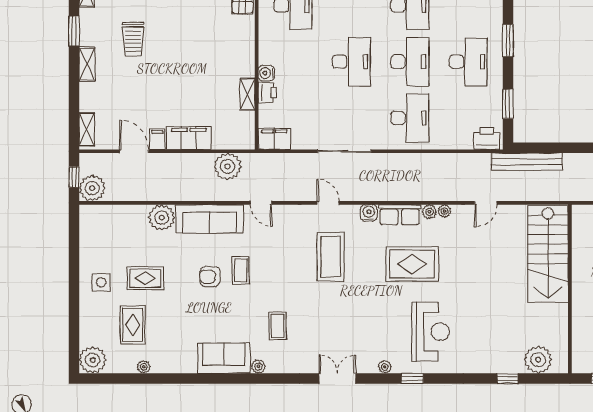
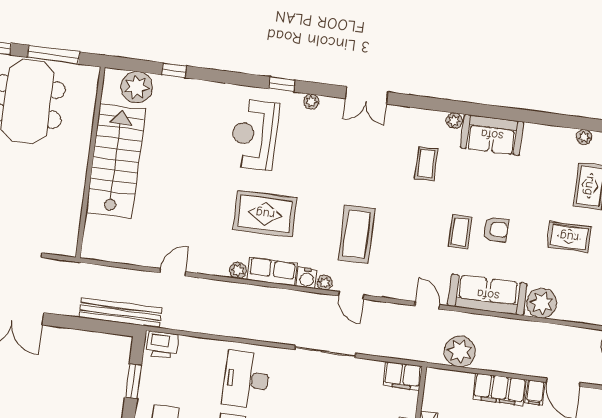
plant: (444, 211) -> (325, 283), moved
stairs: (548, 254) -> (116, 161), moved

